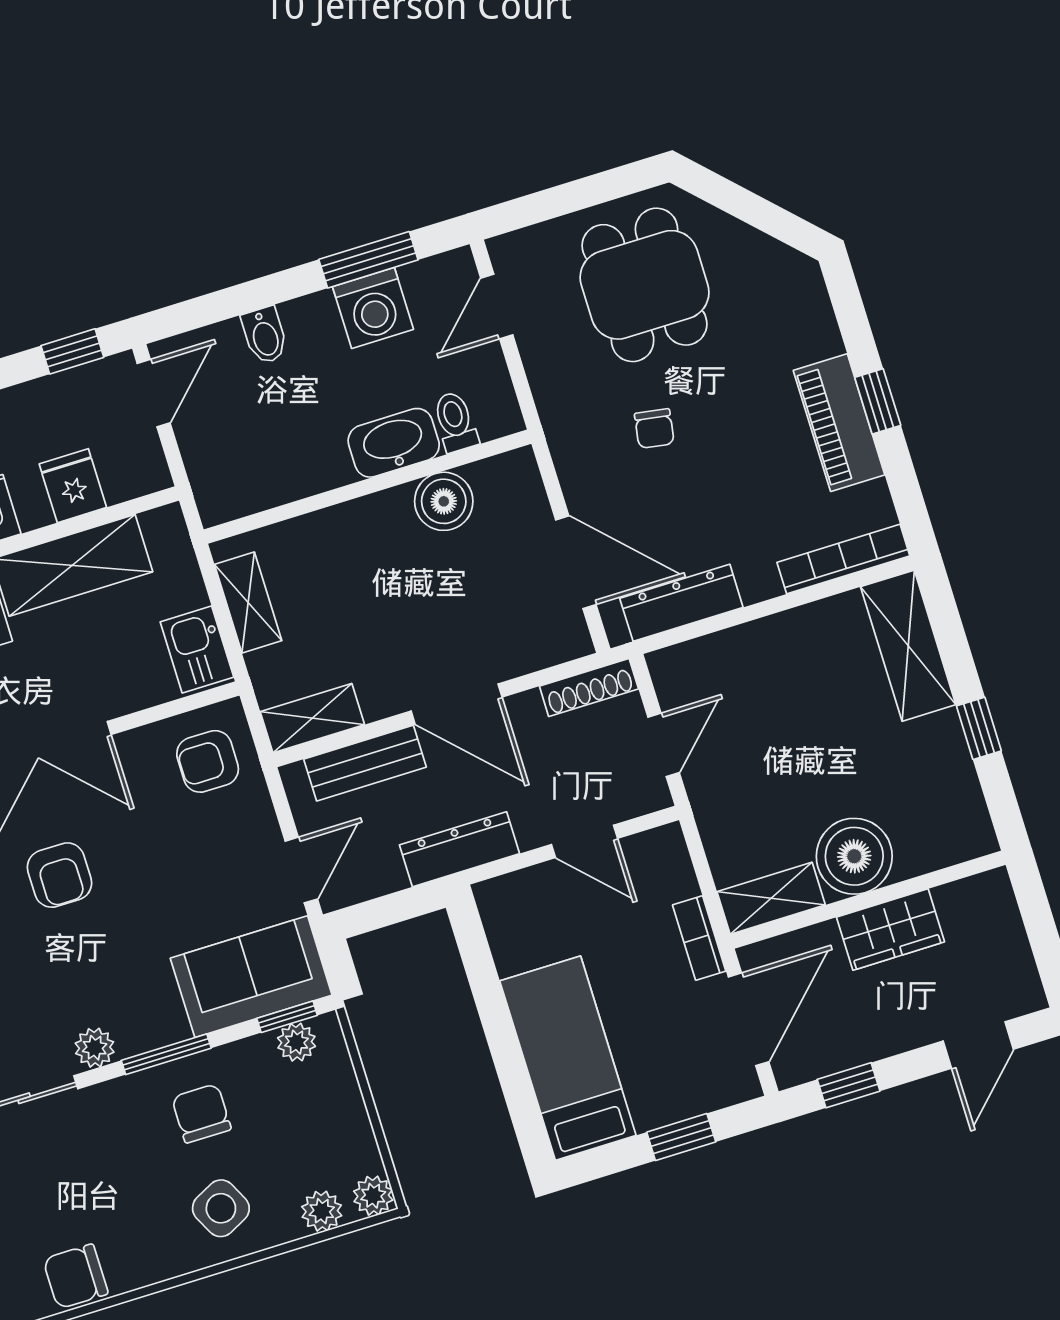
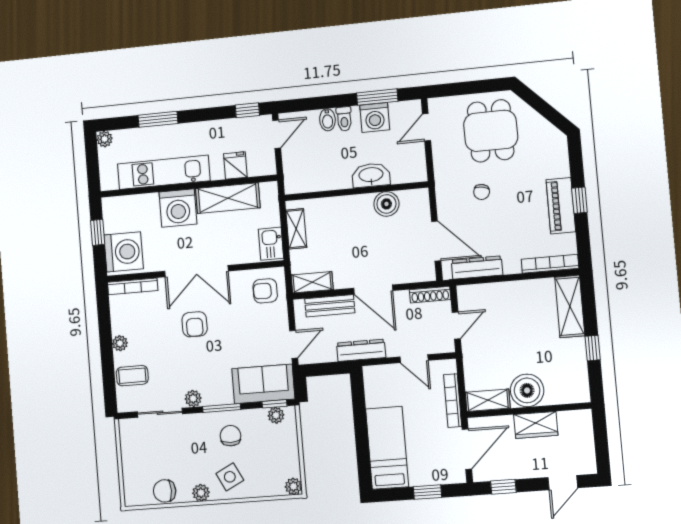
toilet: (455, 422) -> (344, 119), moved, turned 180
bookcase: (699, 938) -> (453, 401), width x1.56
plant: (322, 1211) -> (201, 493), moved

